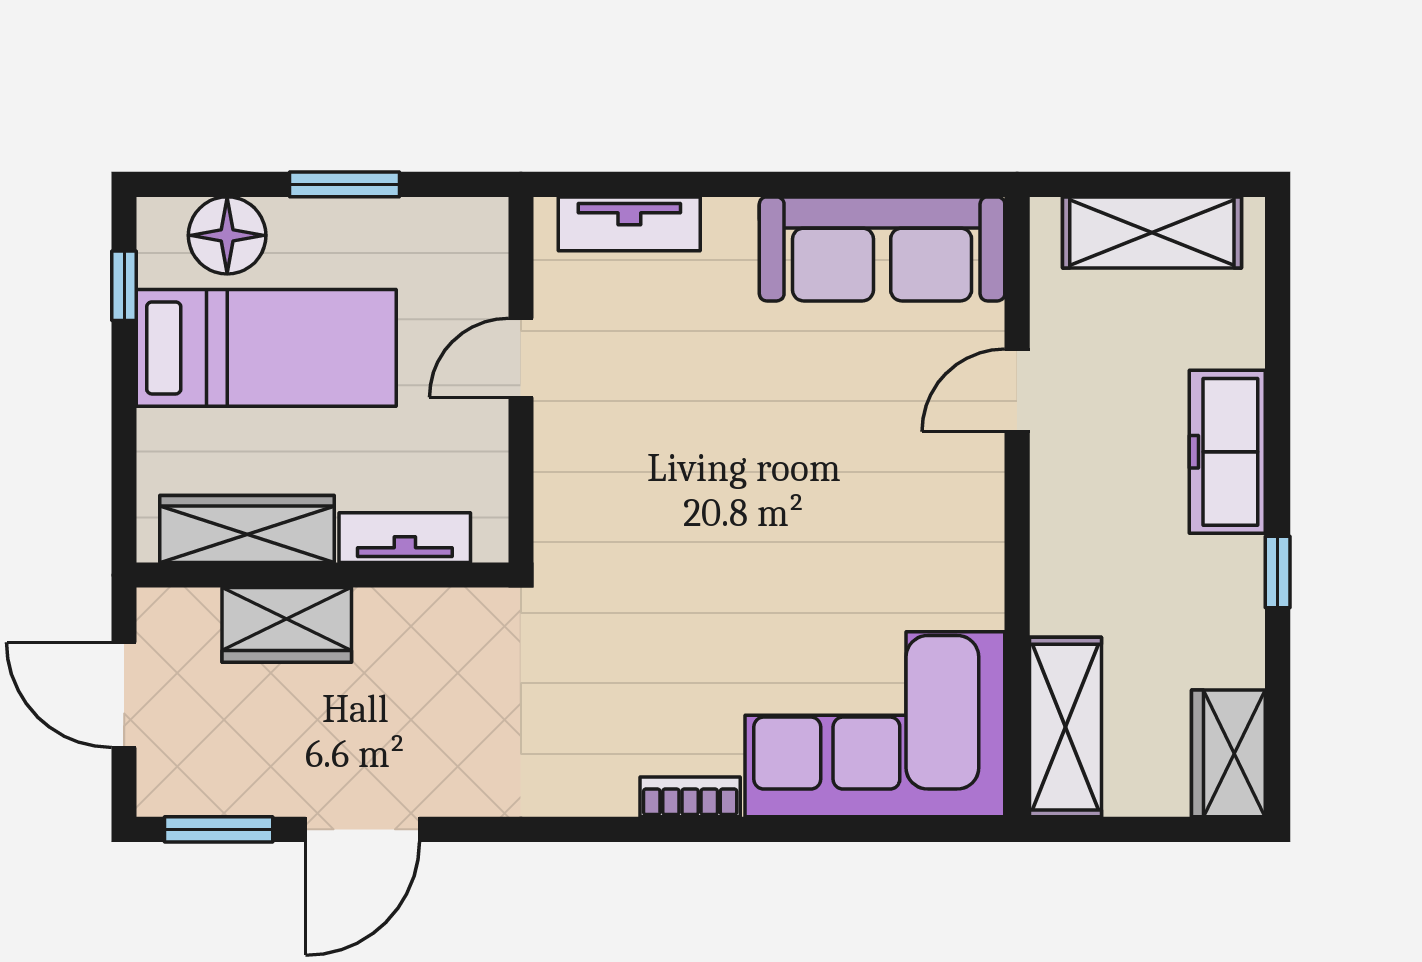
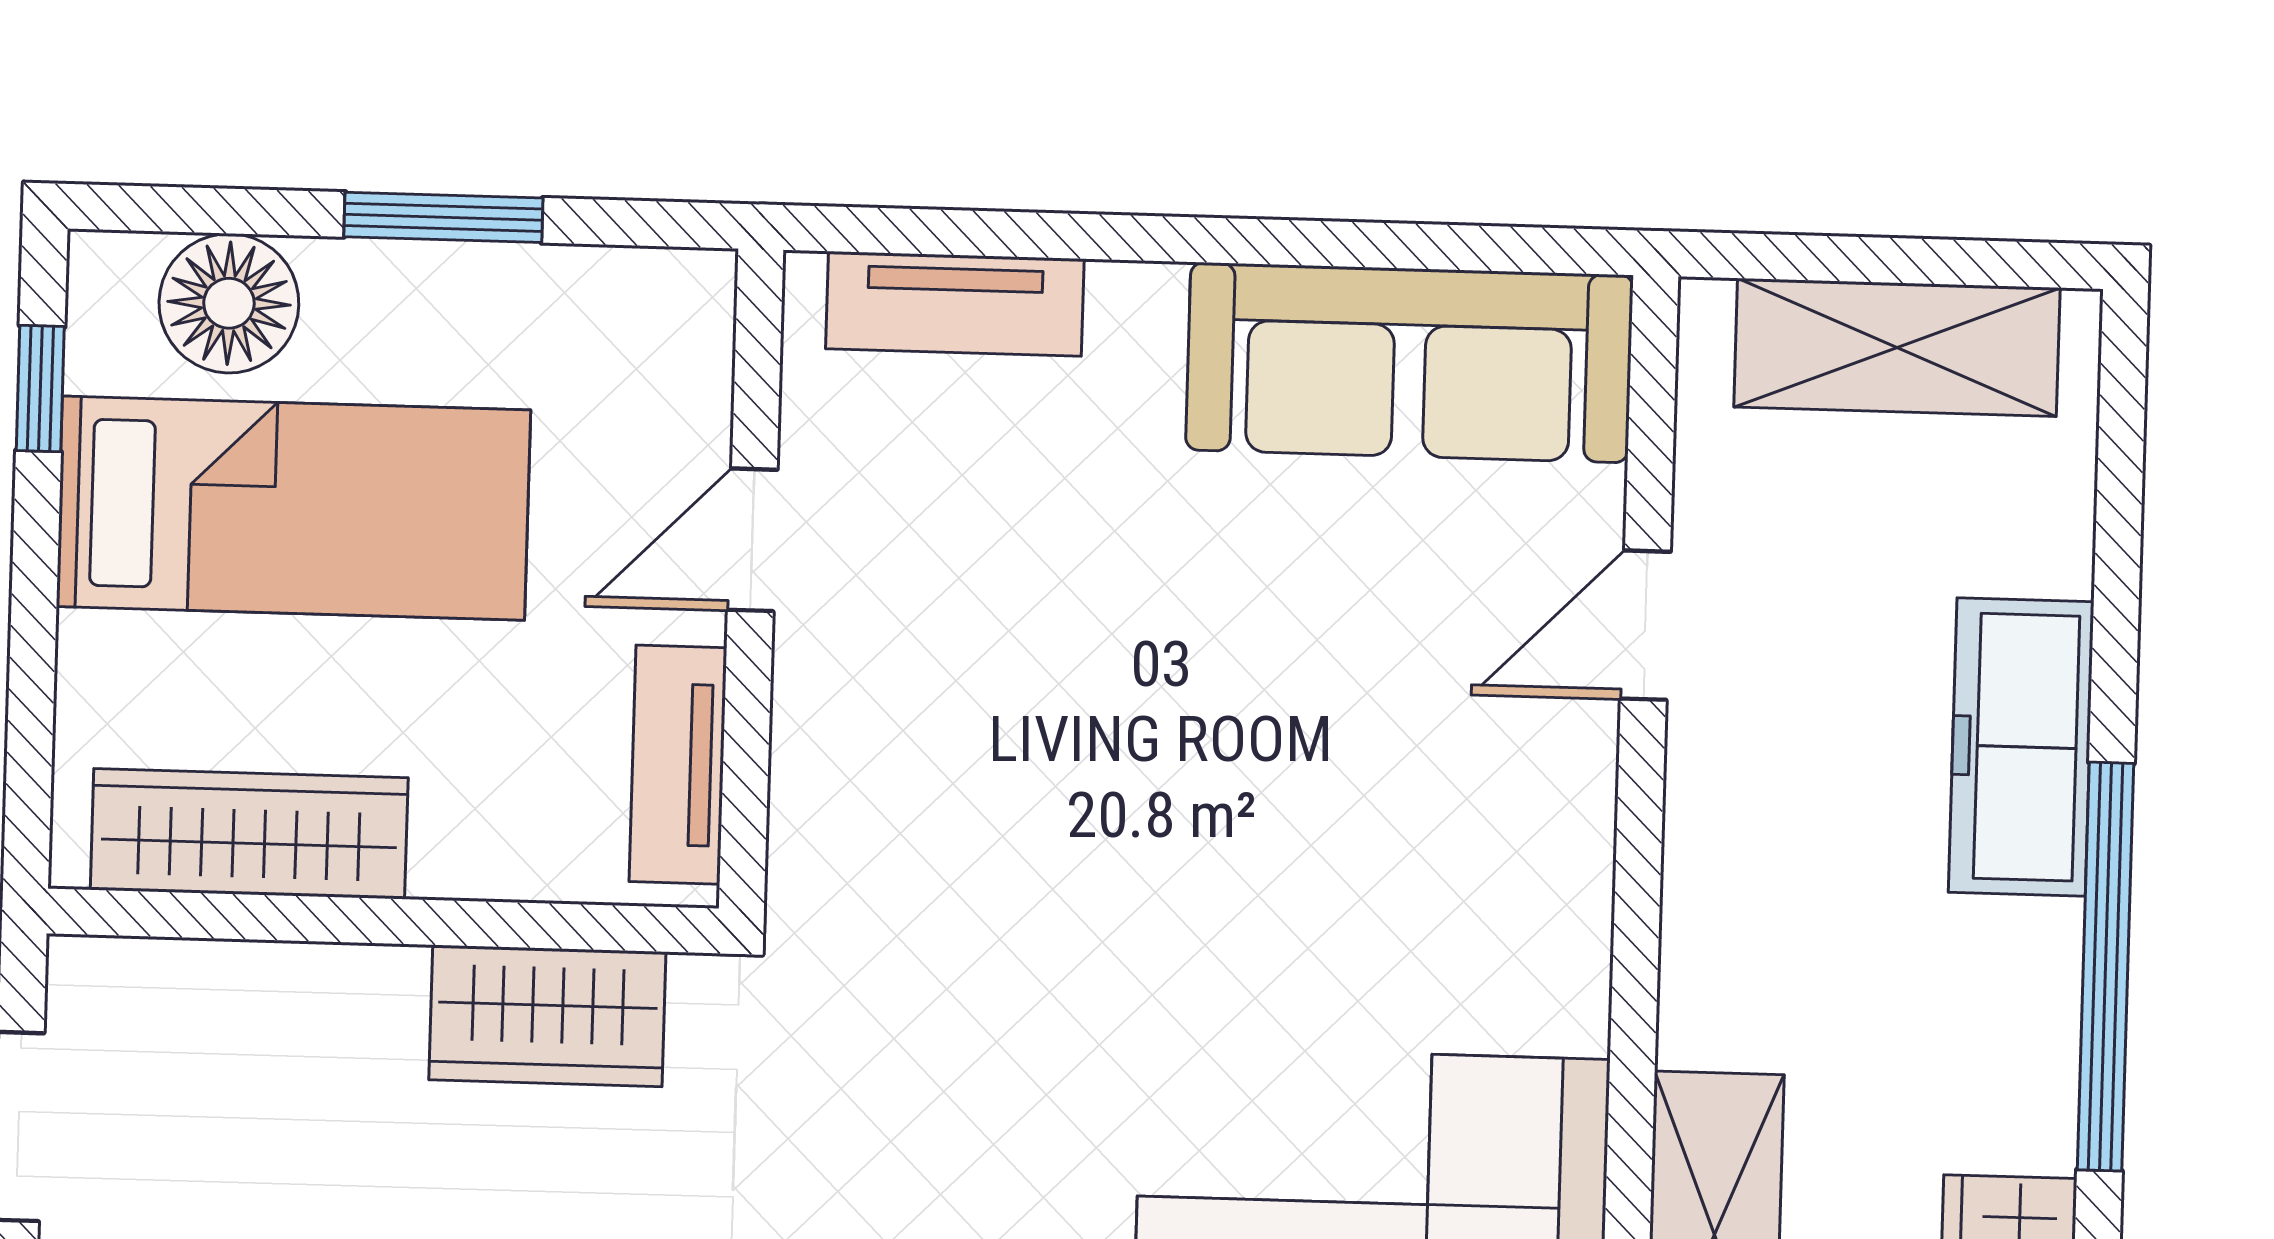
tv unit: (405, 538) -> (678, 765), moved, turned -90
window: (1278, 572) -> (2105, 967), width x3.17
wardrobe: (287, 625) -> (547, 1016), moved

